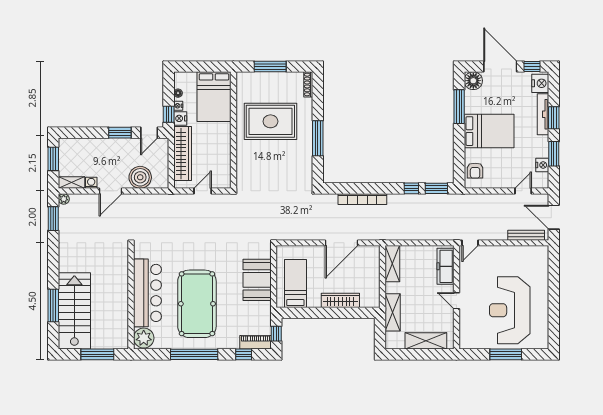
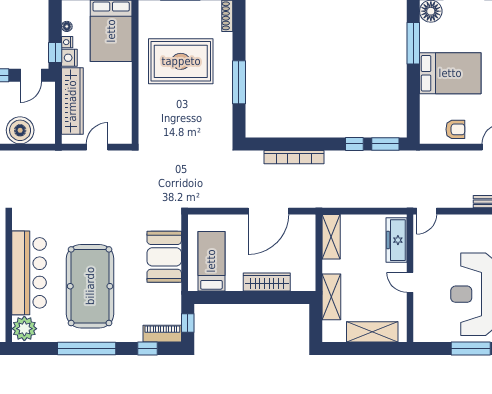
armchair: (475, 171) -> (455, 129), moved, turned -90

